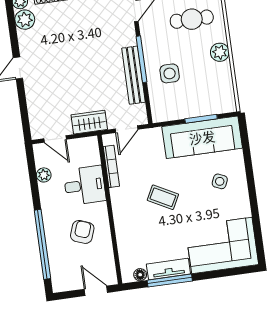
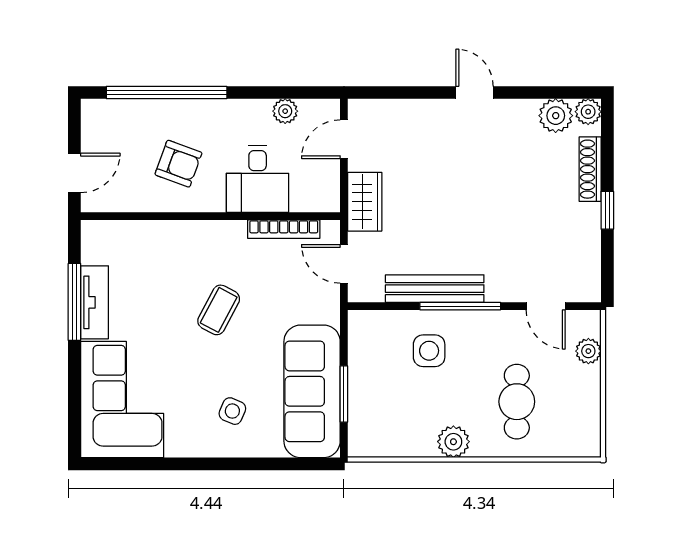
floor lamp: (140, 275) -> (91, 253), removed

